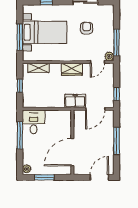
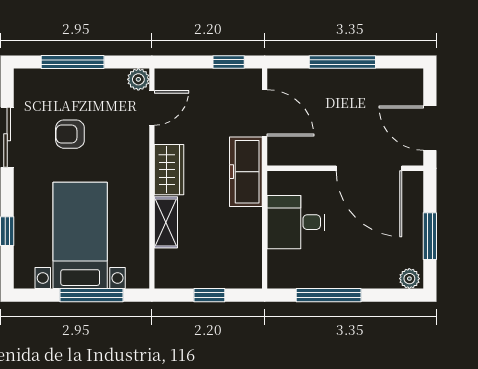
window: (117, 42) -> (73, 62), moved
door: (97, 62) -> (152, 108), hinge flipped
shelving: (38, 68) -> (166, 222), moved
freezer: (75, 101) -> (246, 172), width x1.40
desk: (34, 122) -> (296, 222), moved
door: (99, 177) -> (430, 128), moved

